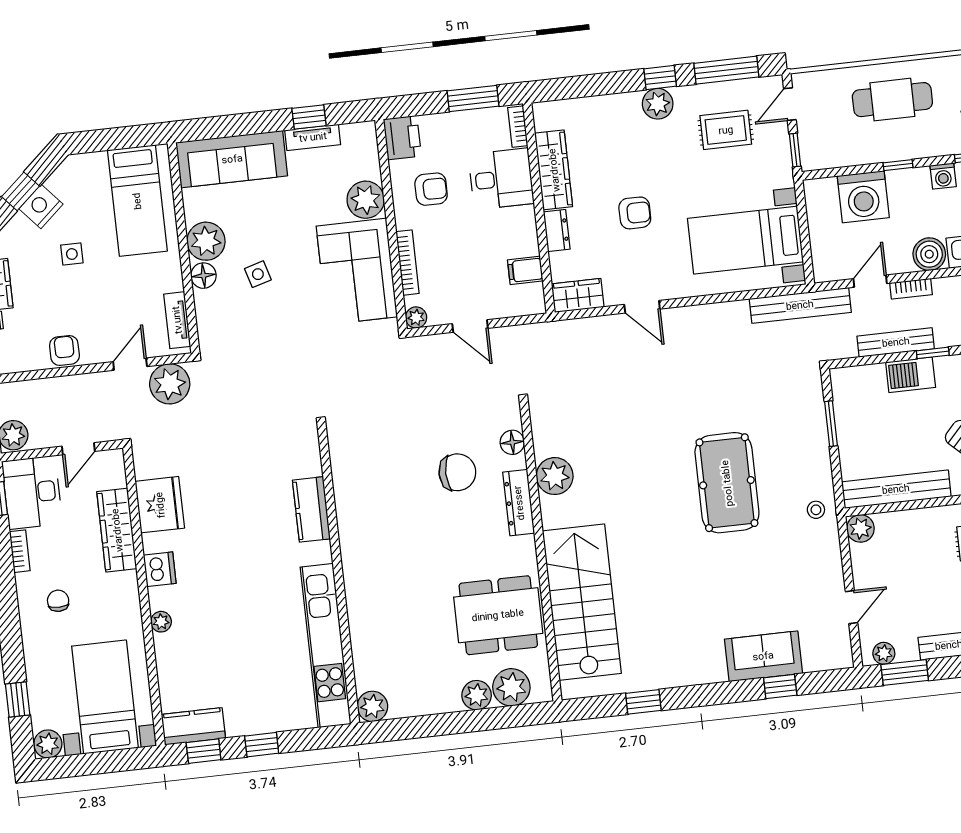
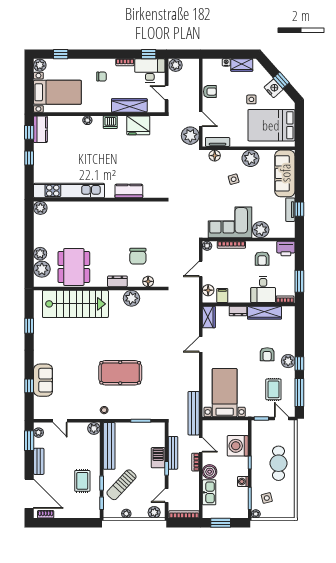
bed: (137, 201) -> (271, 125), width x1.50
armchair: (635, 213) -> (267, 354), moved
floor lamp: (203, 276) -> (215, 156), moved
floor lamp: (517, 304) -> (208, 290), added
dresser: (519, 503) -> (117, 281), width x0.70

